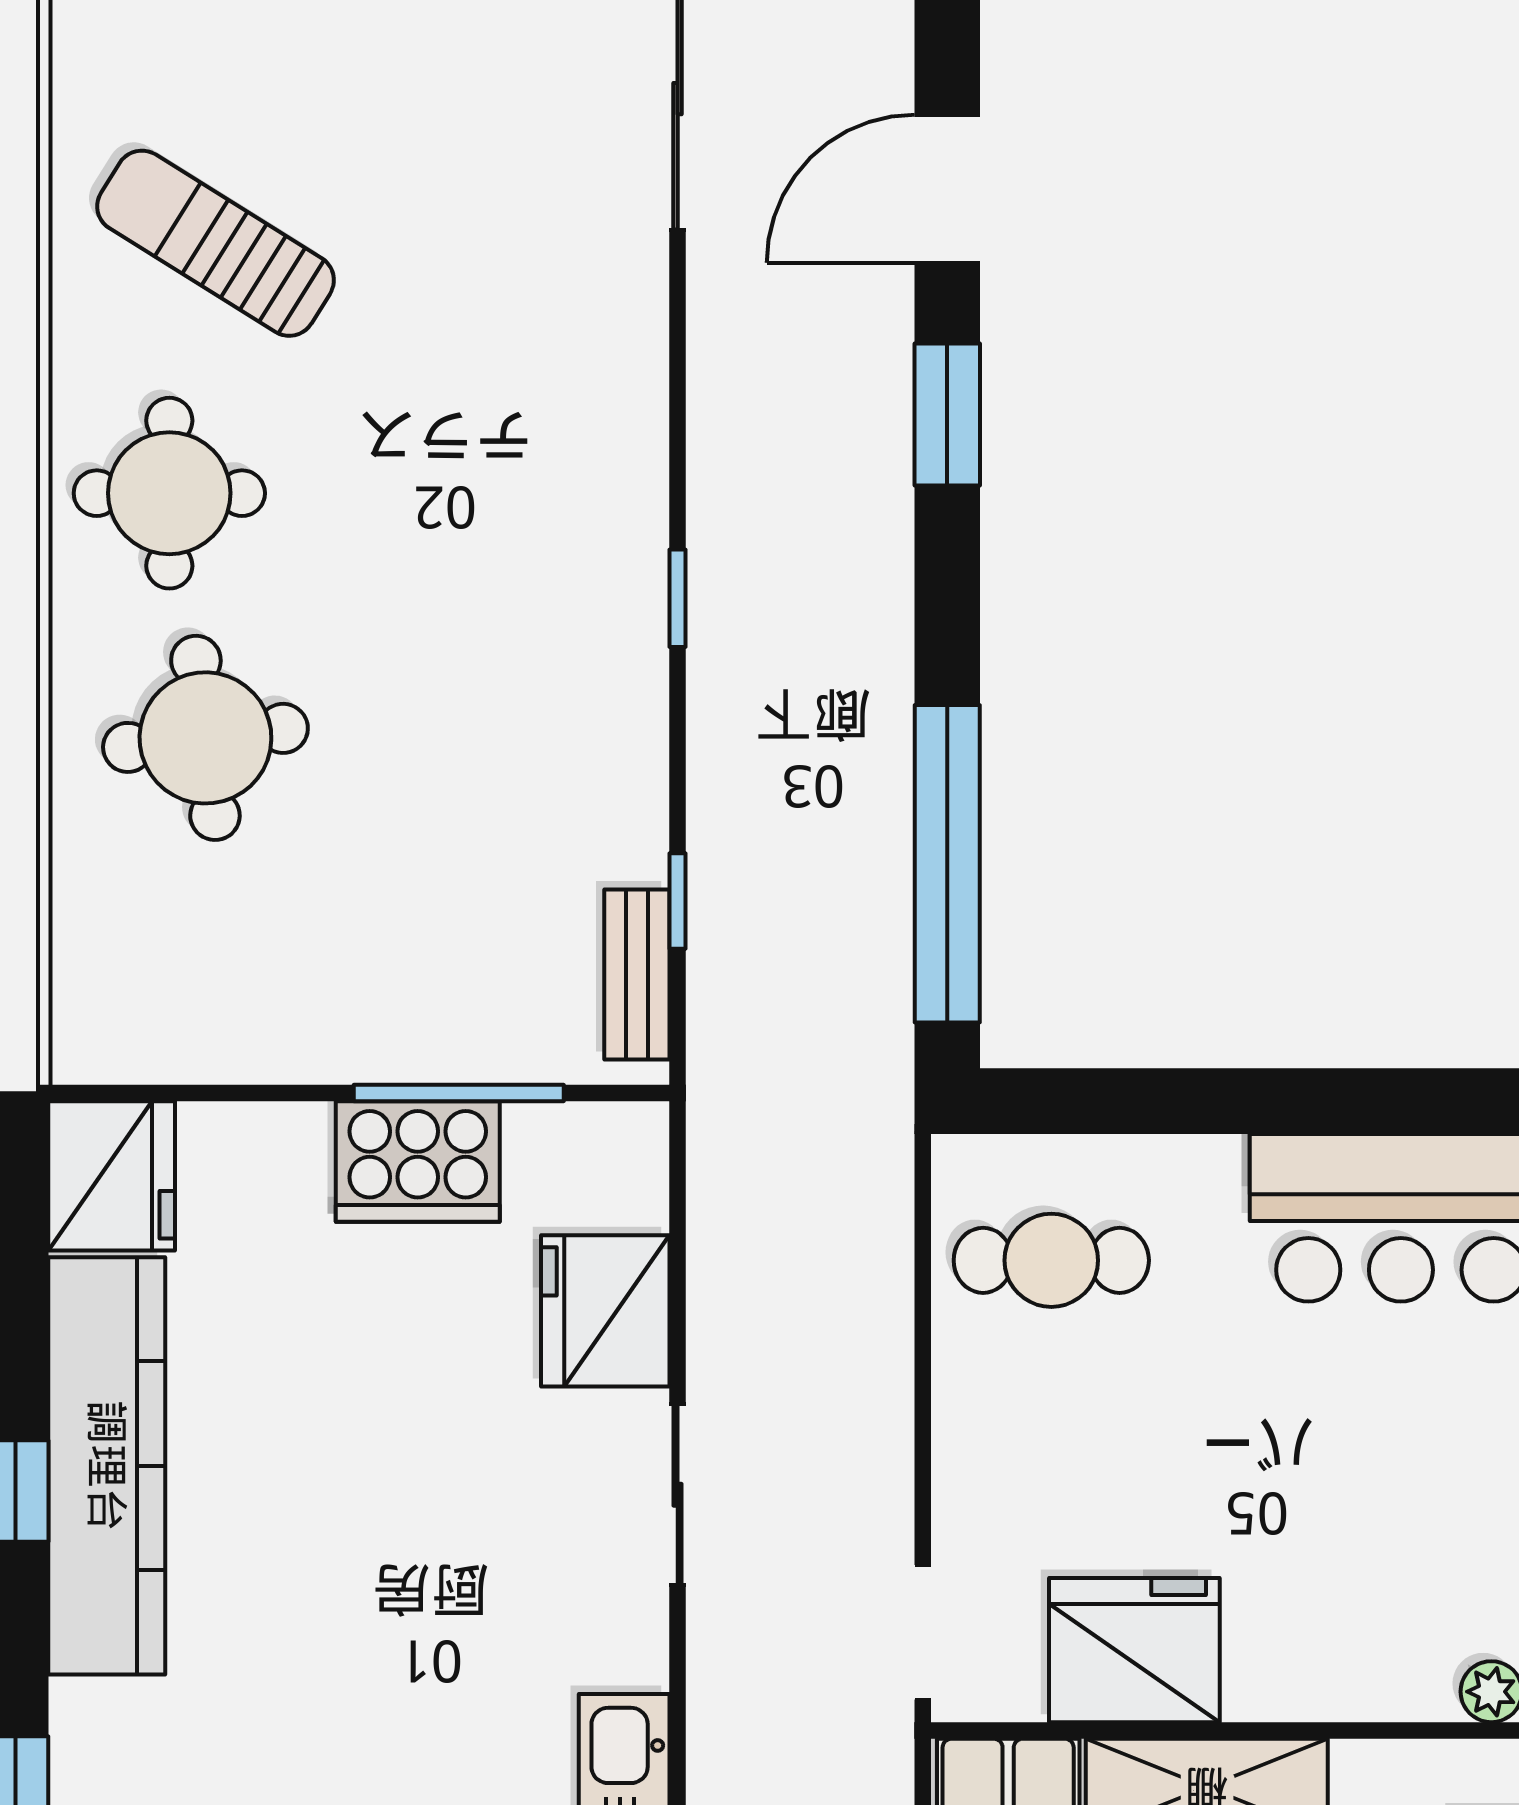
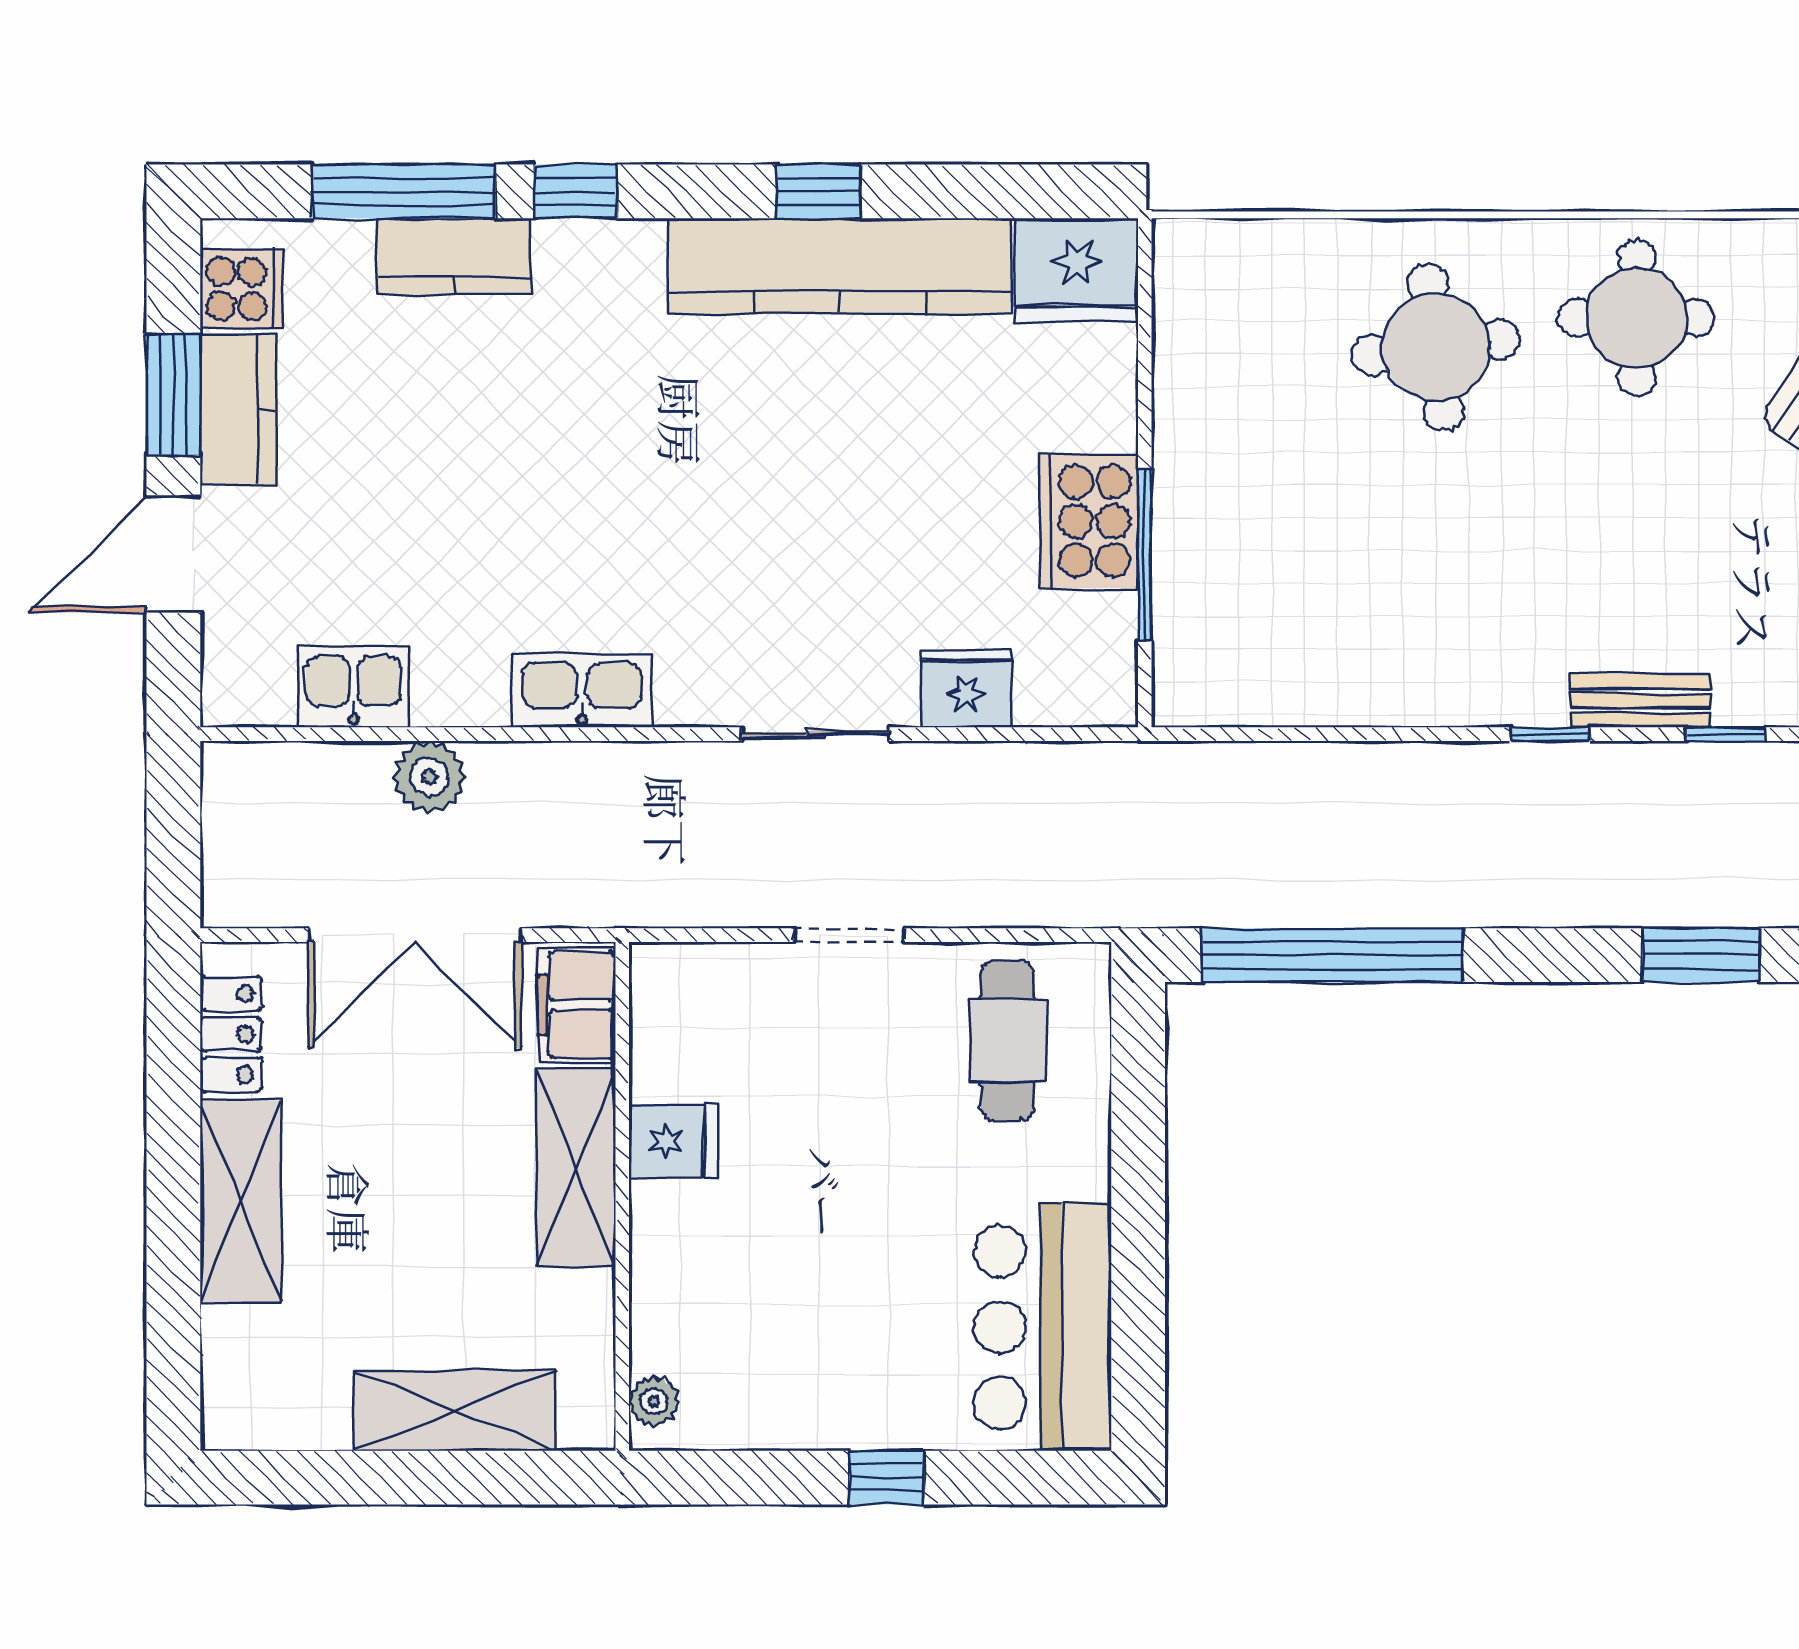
window: (678, 901) -> (1726, 734), moved
bench: (637, 974) -> (1640, 701), moved
fridge: (605, 1311) -> (966, 688), width x0.73, depth x0.75
doorway: (923, 1632) -> (849, 935), moved
fridge: (1134, 1650) -> (673, 1141), width x0.53, depth x0.75

